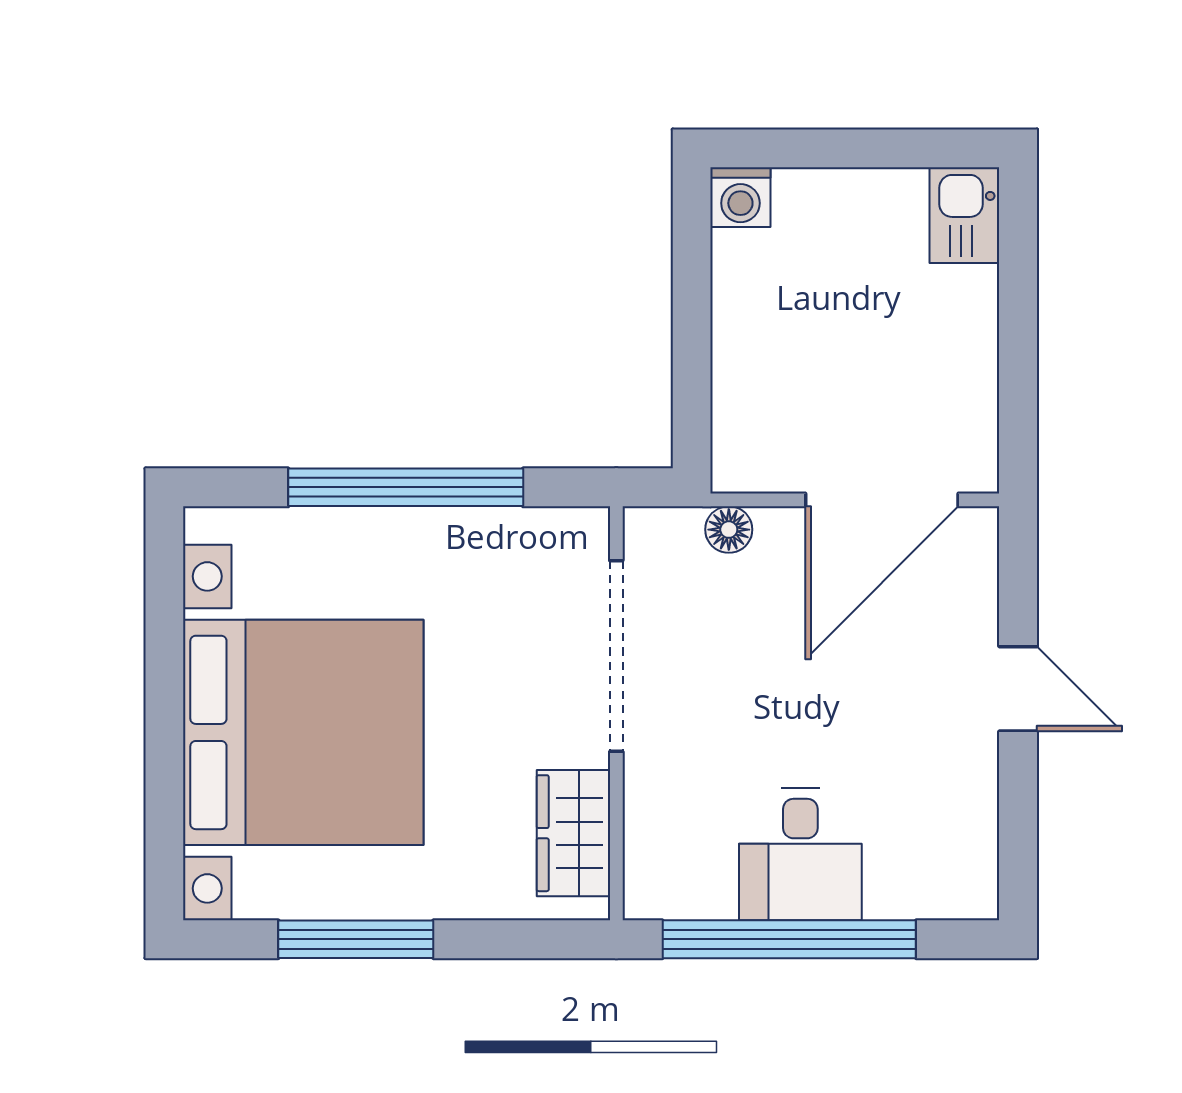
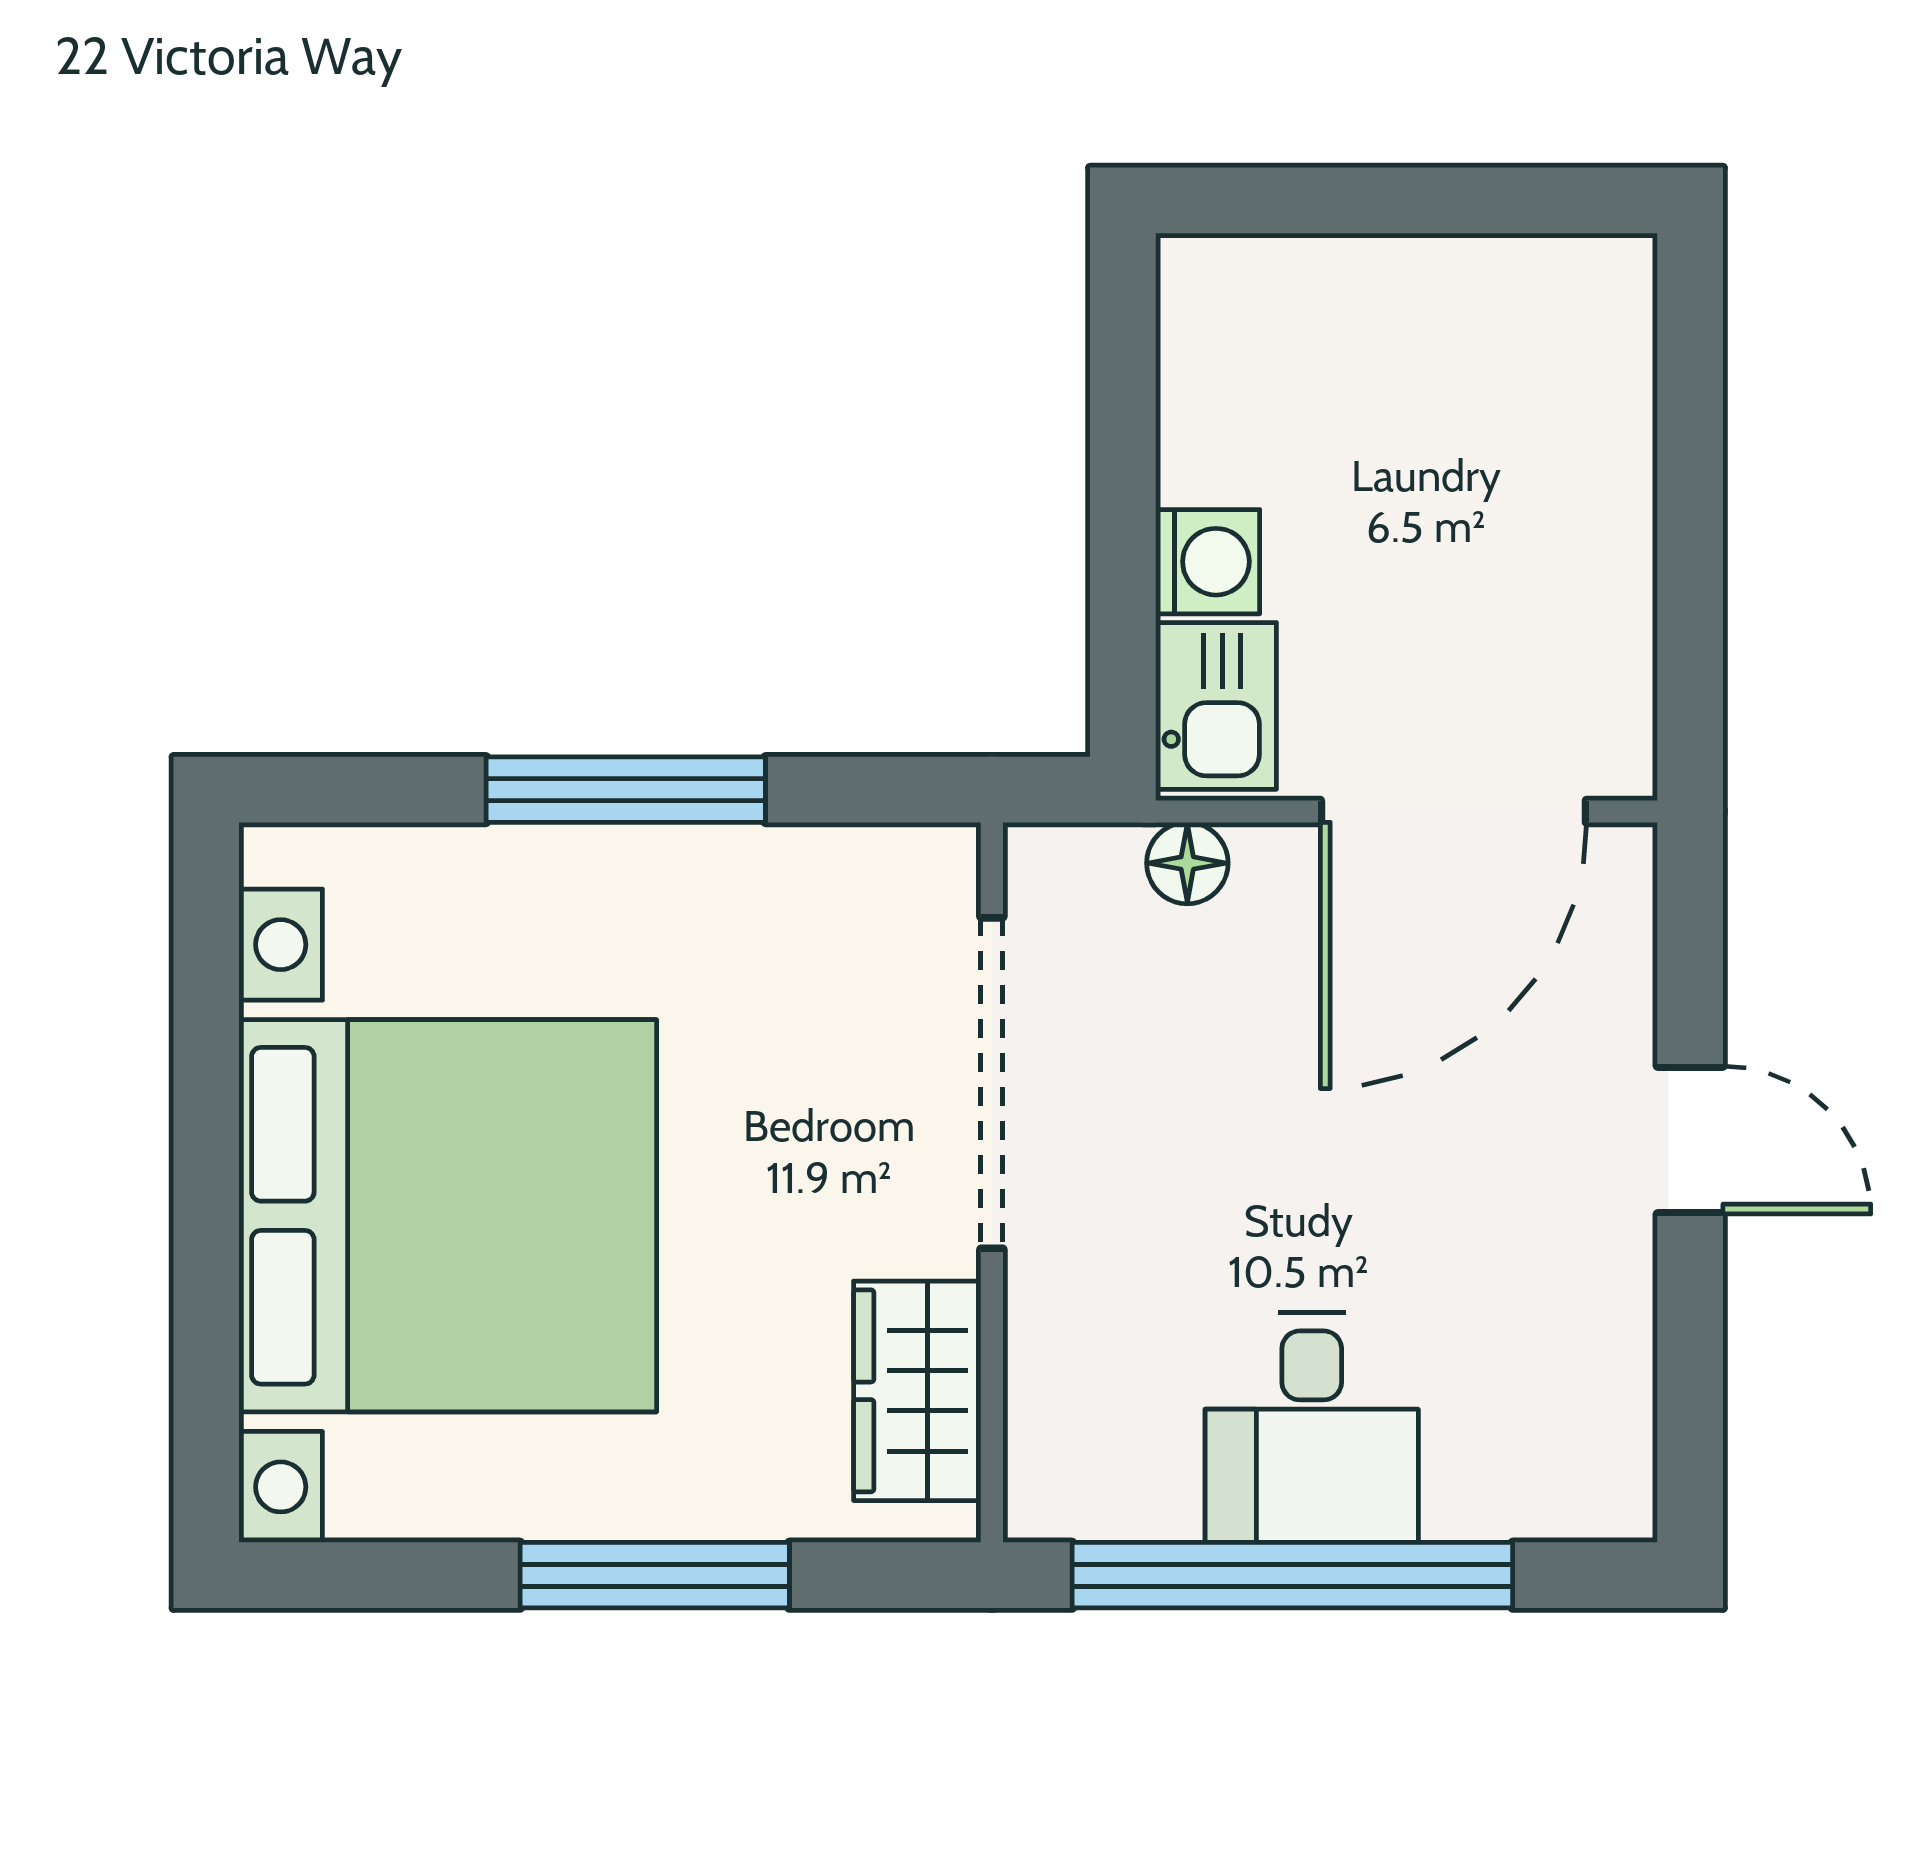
washing machine: (740, 197) -> (1208, 562), moved, turned -90
kitchen sink: (964, 215) -> (1216, 706), moved, turned 180
window: (406, 487) -> (626, 790), width x0.68
window: (356, 939) -> (655, 1575), moved

